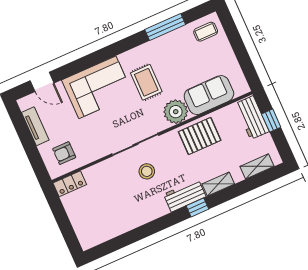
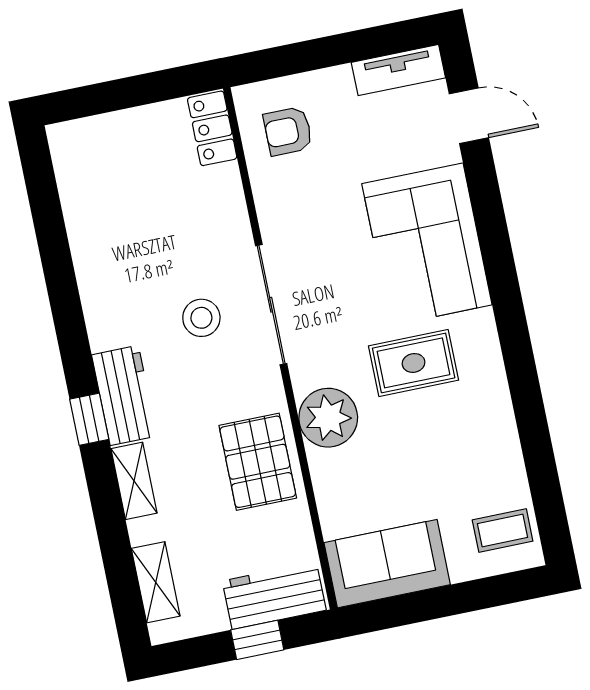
window: (165, 27) -> (535, 437), removed
coffee table: (206, 32) -> (503, 531), turned 90
door: (42, 82) -> (469, 116), swing flipped
sofa: (209, 95) -> (387, 564), moved, turned -90
tv unit: (35, 126) -> (398, 70), moved
armchair: (64, 153) -> (288, 131), turned -90

